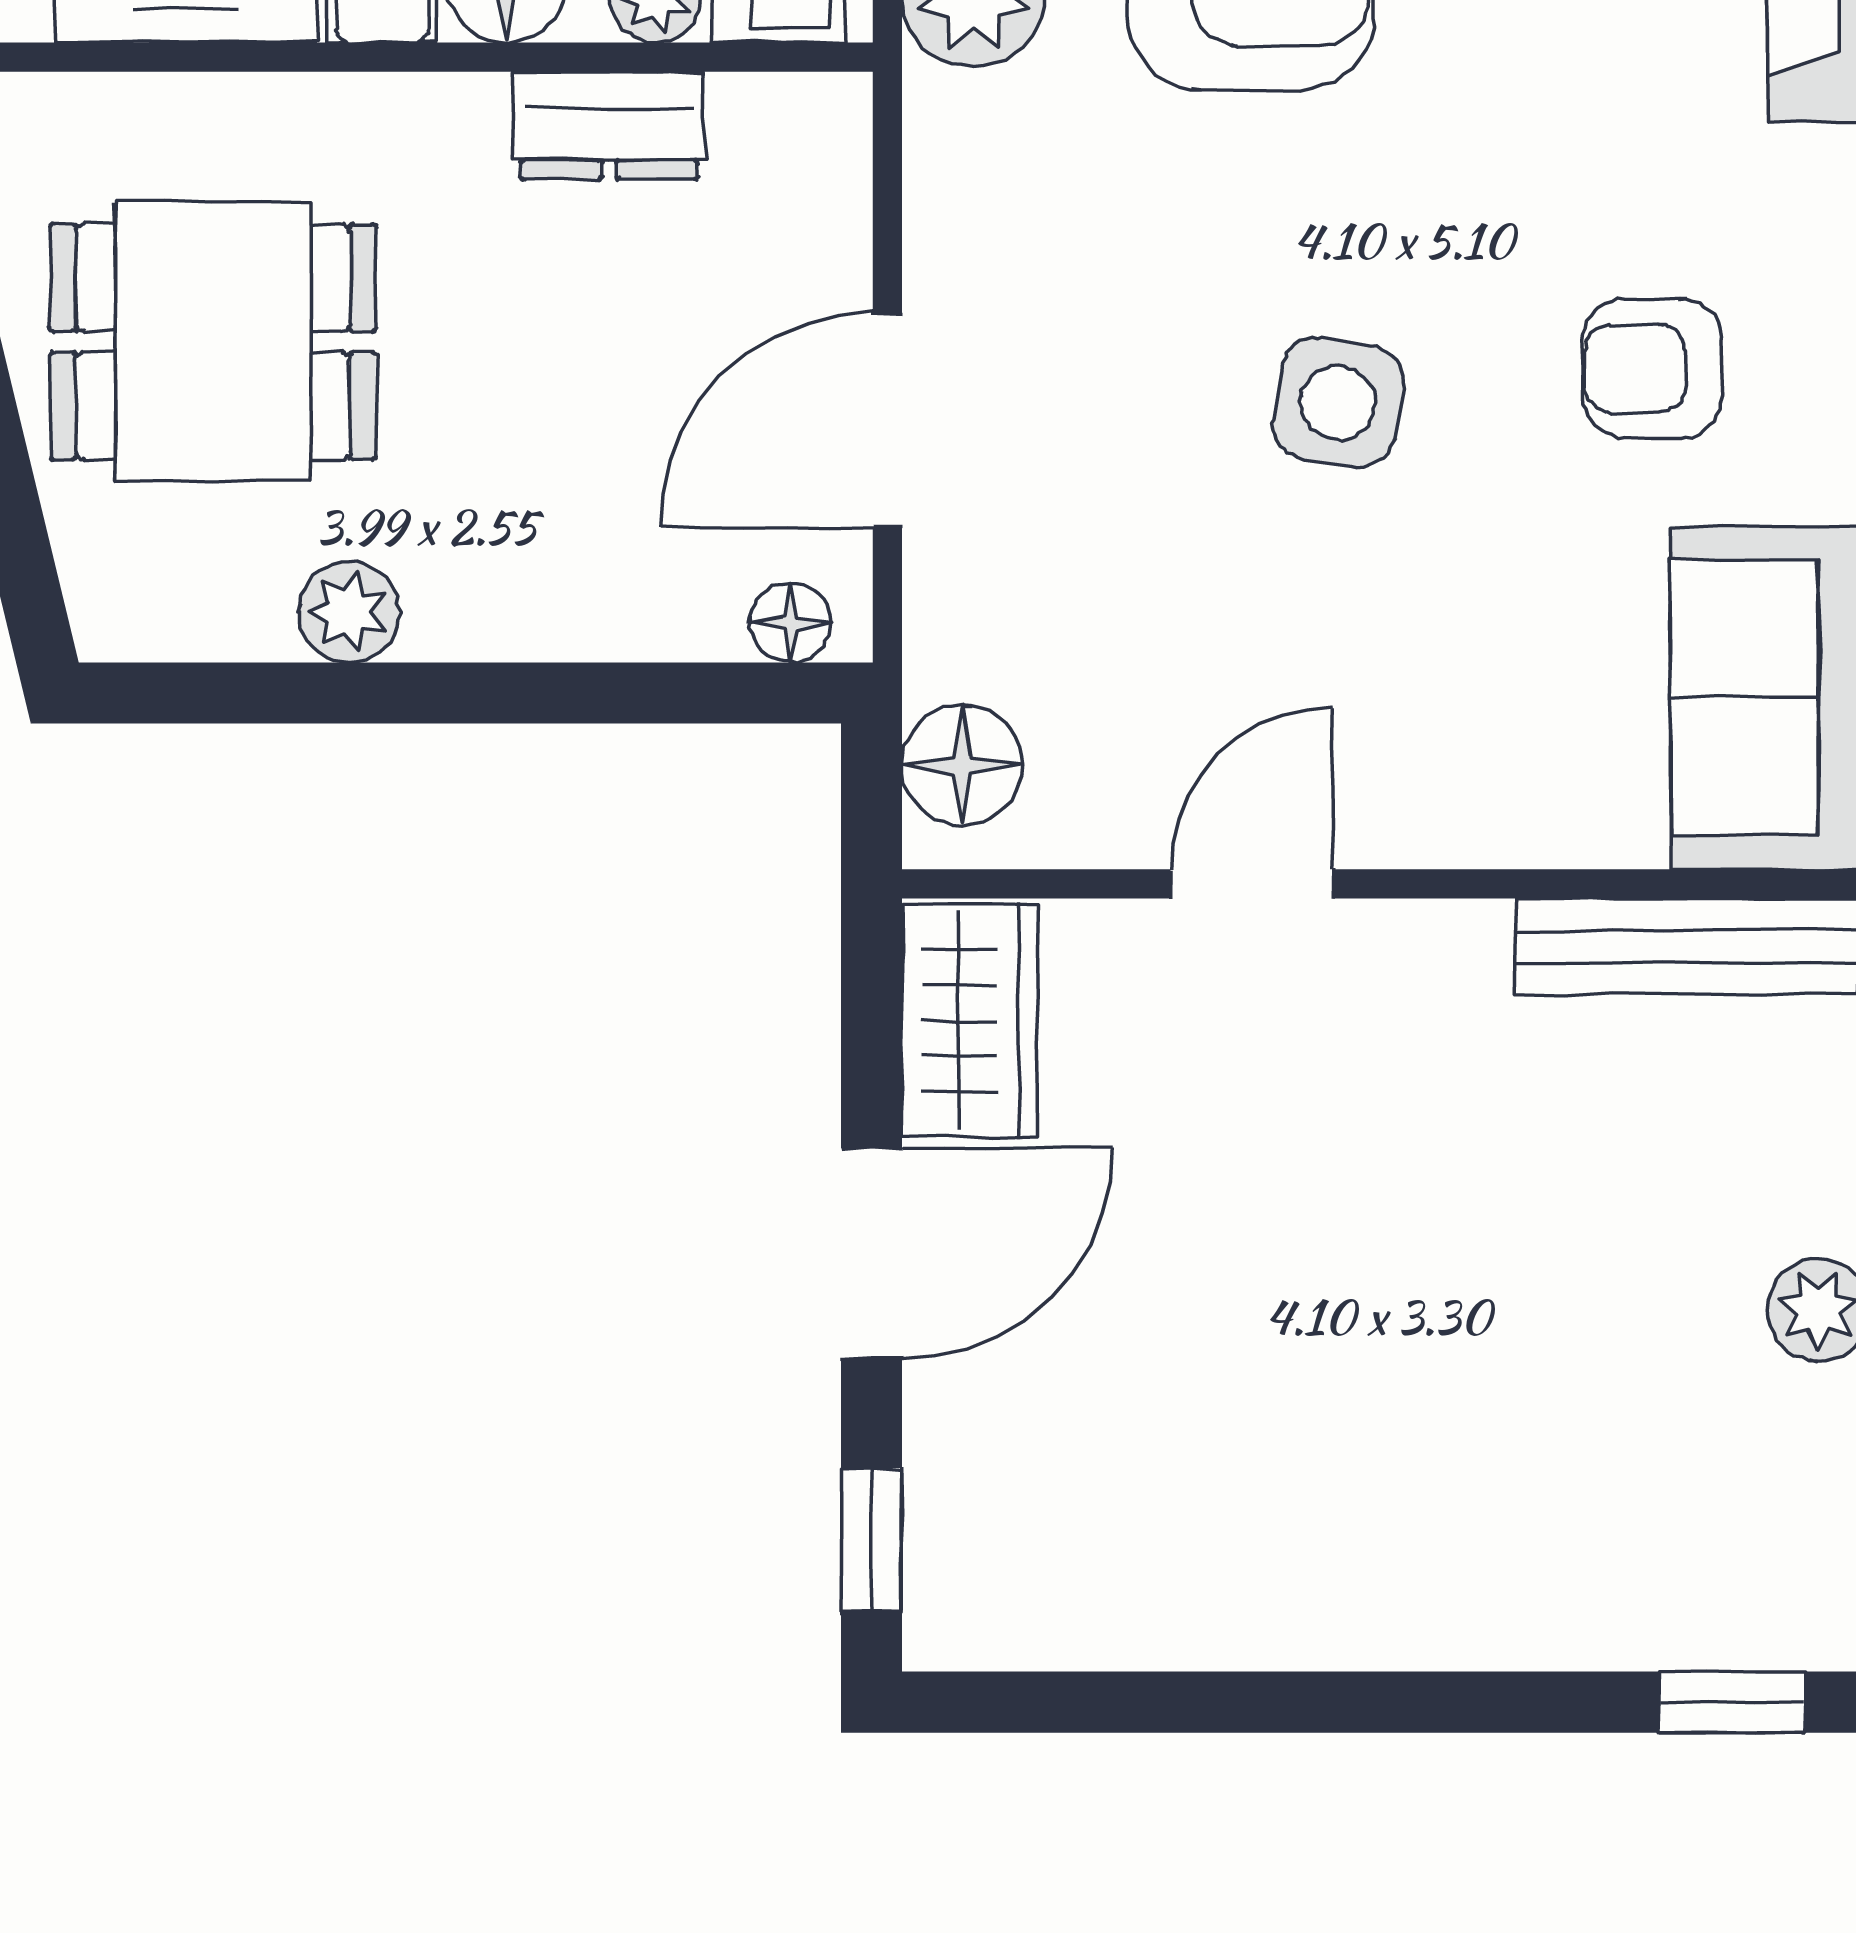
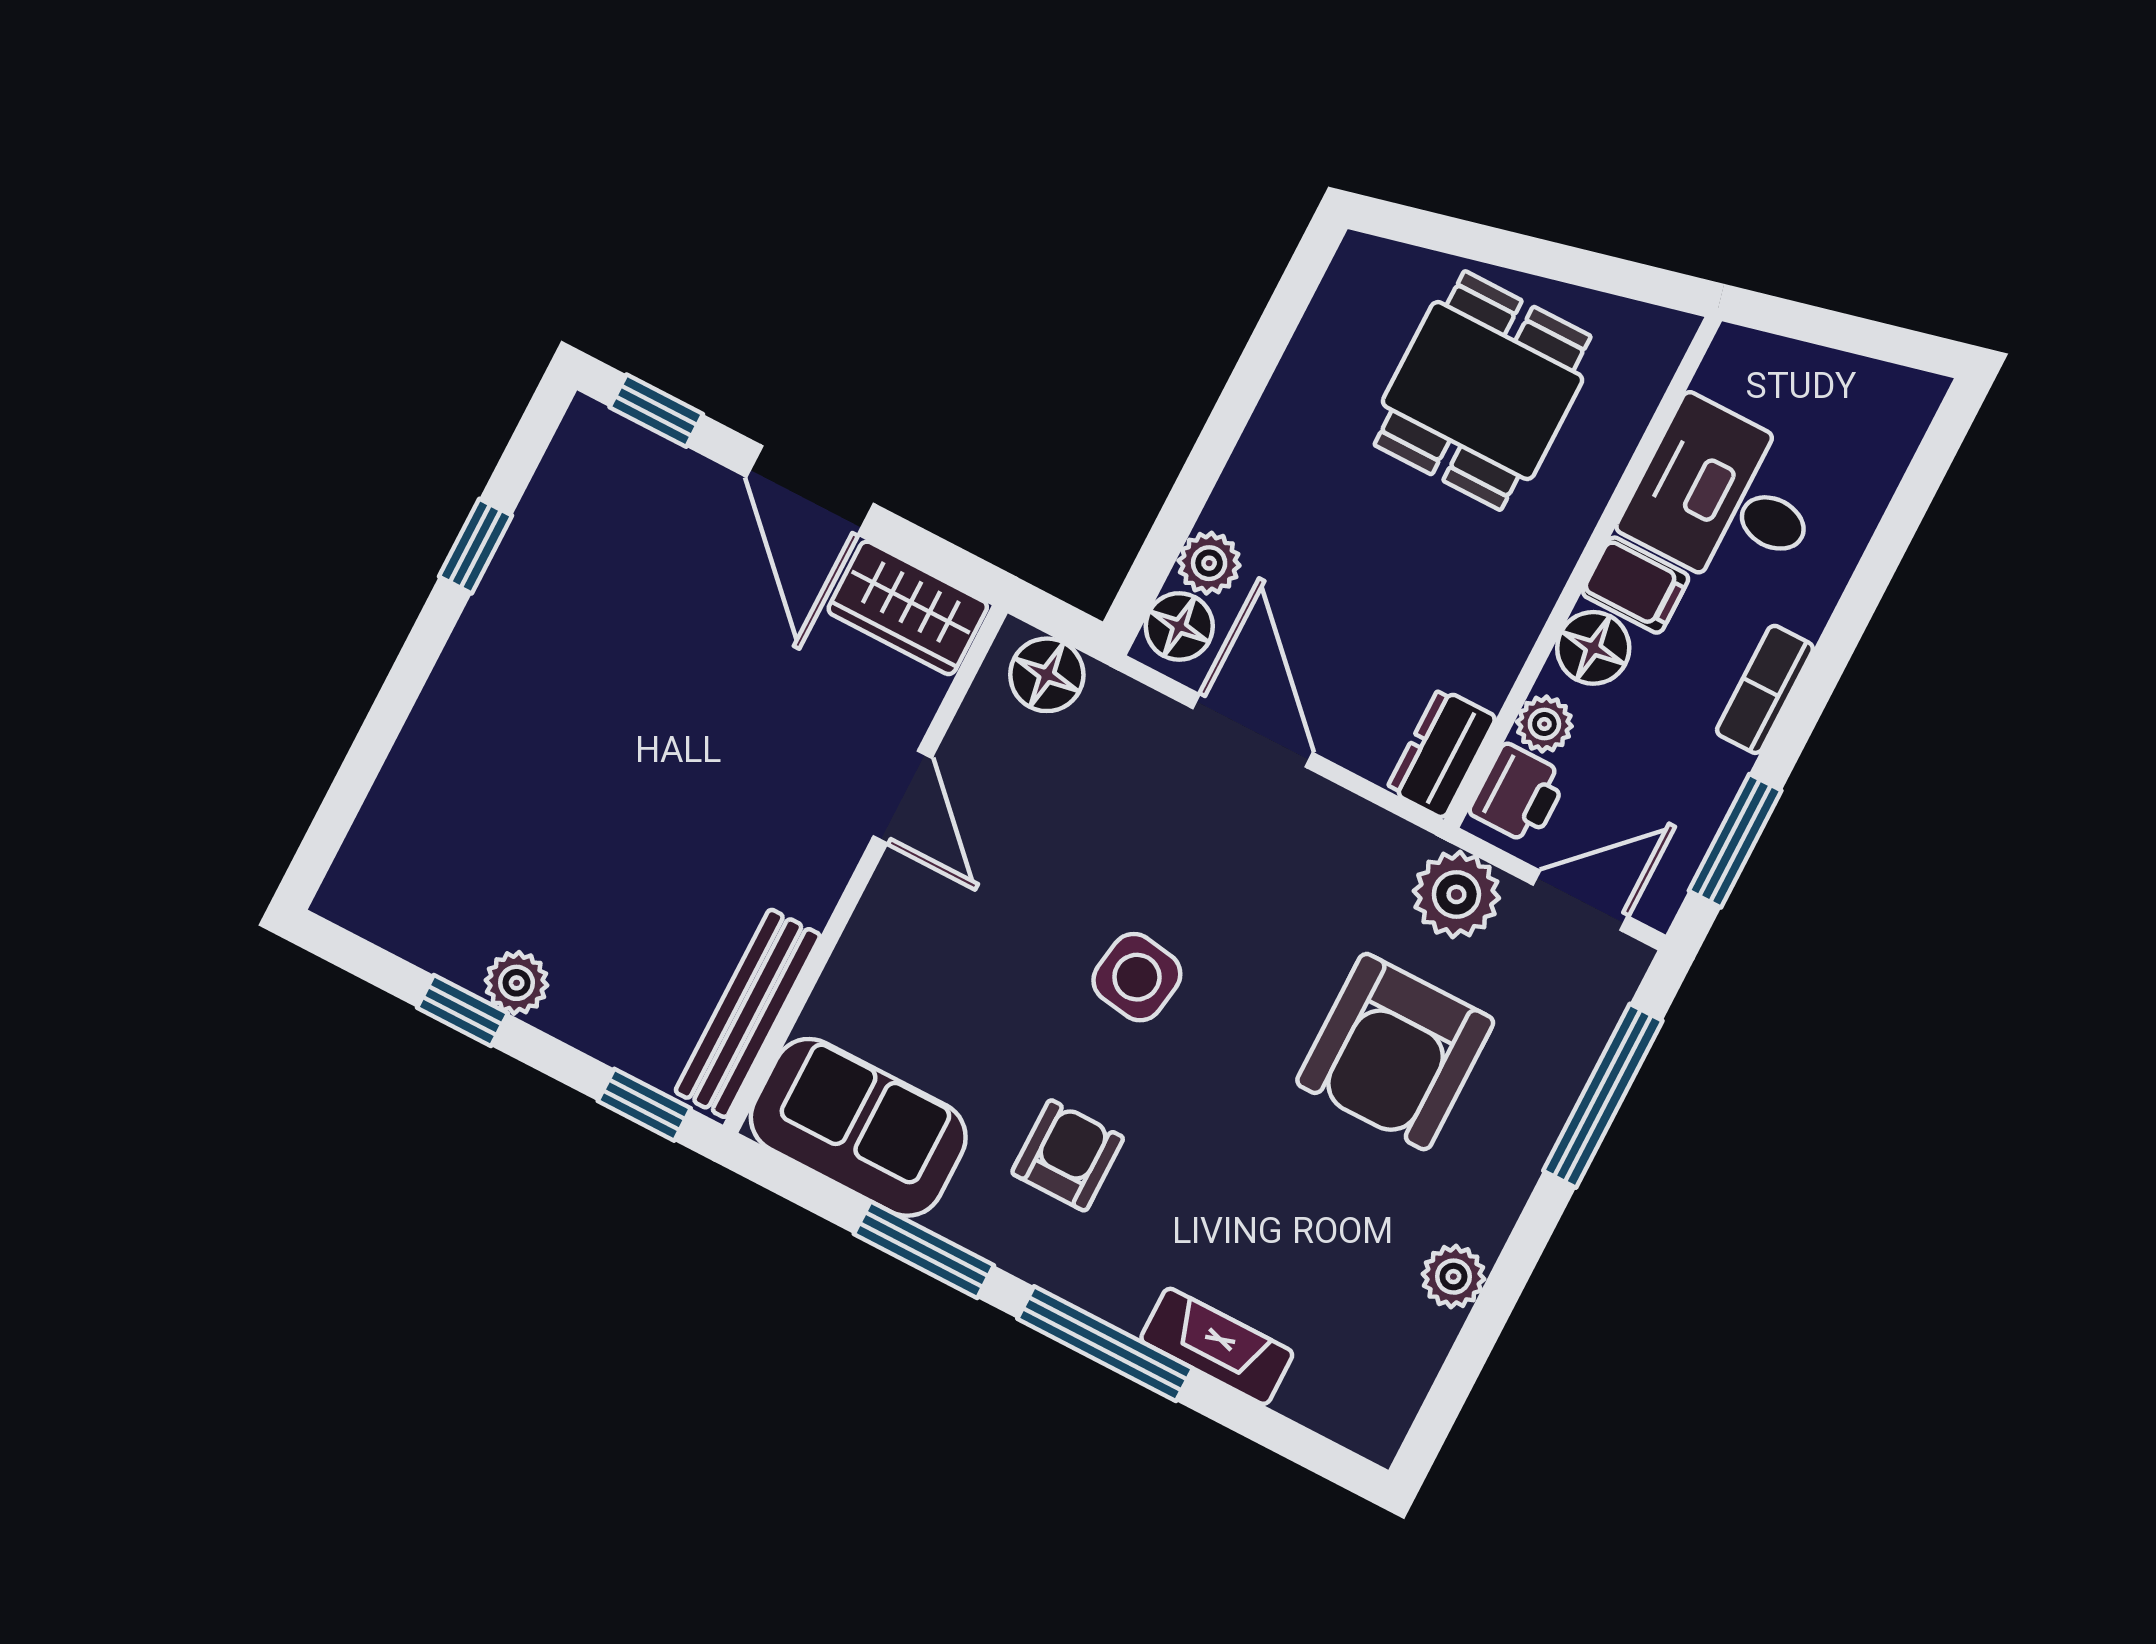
dresser: (609, 126) -> (1442, 753), moved
plant: (349, 612) -> (1209, 563), moved
floor lamp: (790, 622) -> (1179, 626), width x1.37, depth x1.37
window: (1732, 1702) -> (476, 546), moved

